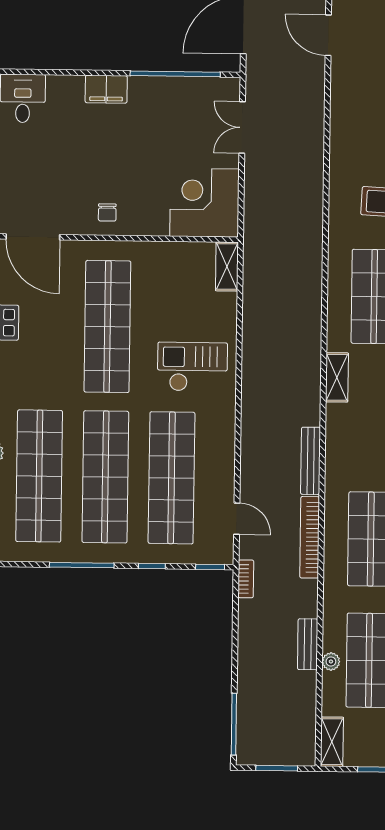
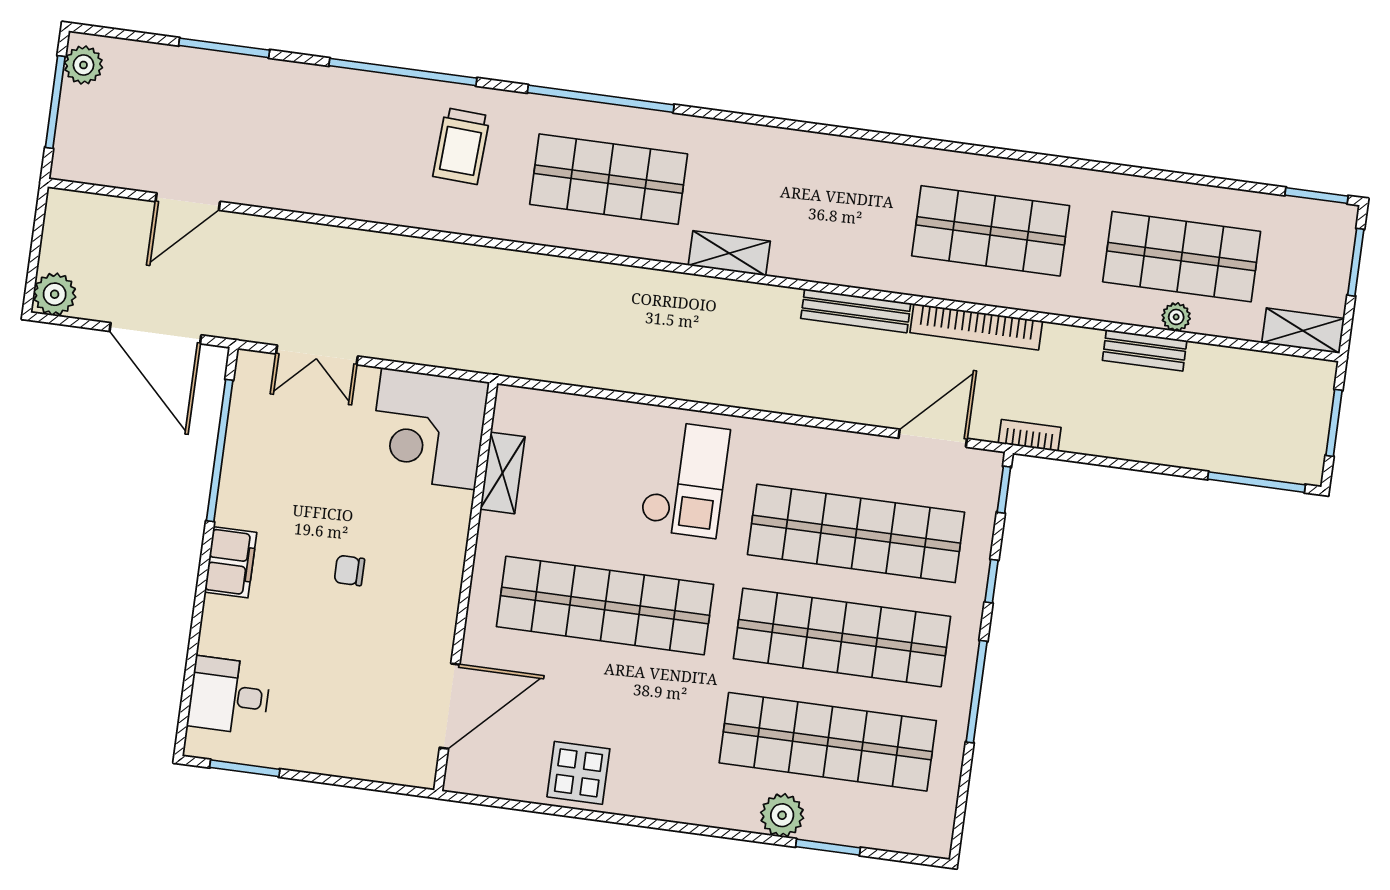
chair: (107, 212) -> (349, 571), moved, turned 180
shelving: (227, 266) -> (503, 473), moved, turned 90
checkout: (192, 367) -> (685, 479), turned 180
door: (237, 519) -> (933, 438), width x1.38

